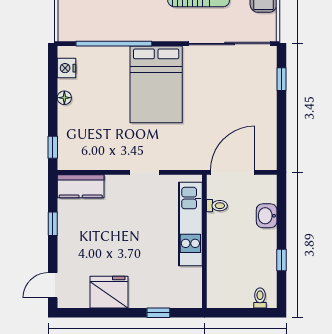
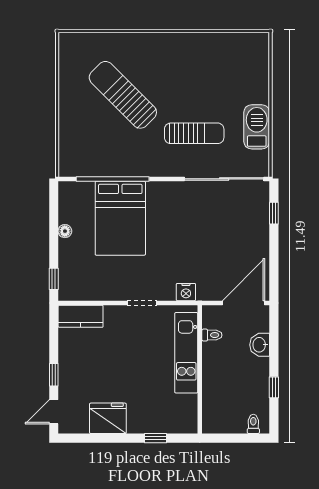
nightstand: (66, 68) -> (186, 292), moved, turned -90
bed: (156, 84) -> (120, 218), moved
door: (233, 172) -> (244, 303), moved
window: (53, 224) -> (54, 375), moved

